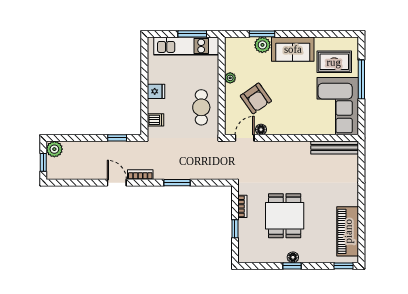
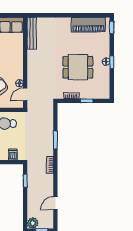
door: (245, 138) -> (25, 94), hinge flipped
door: (117, 183) -> (55, 203), moved

